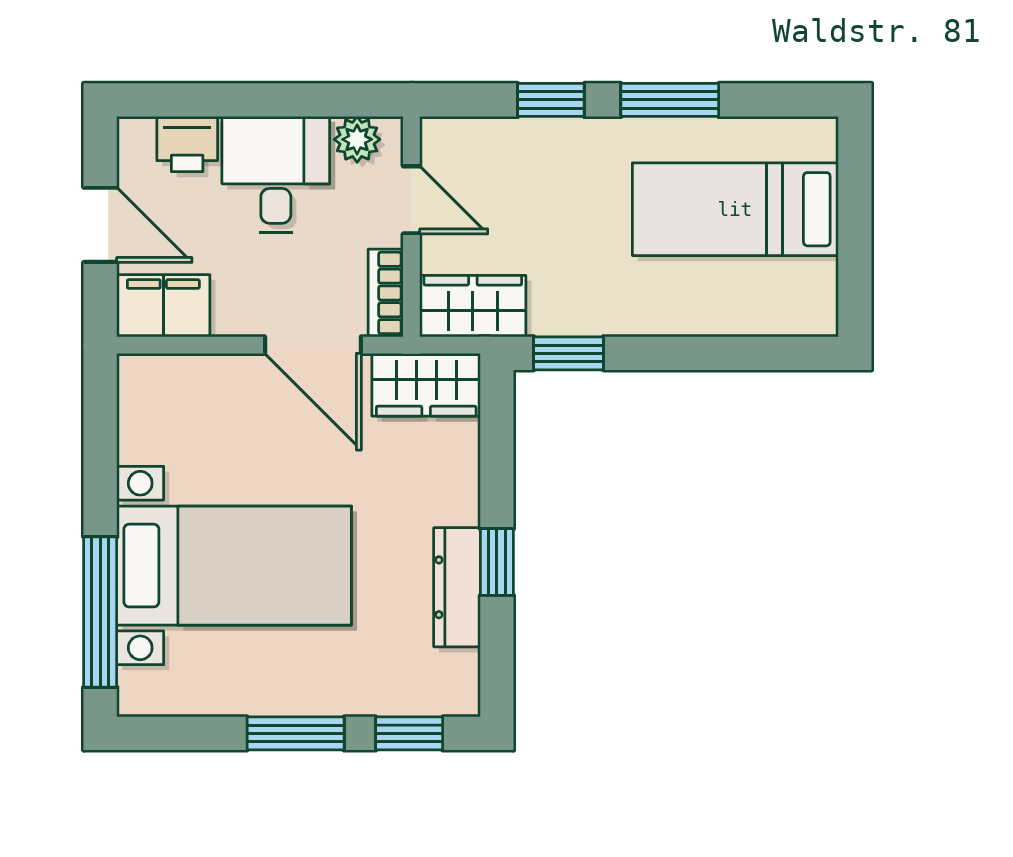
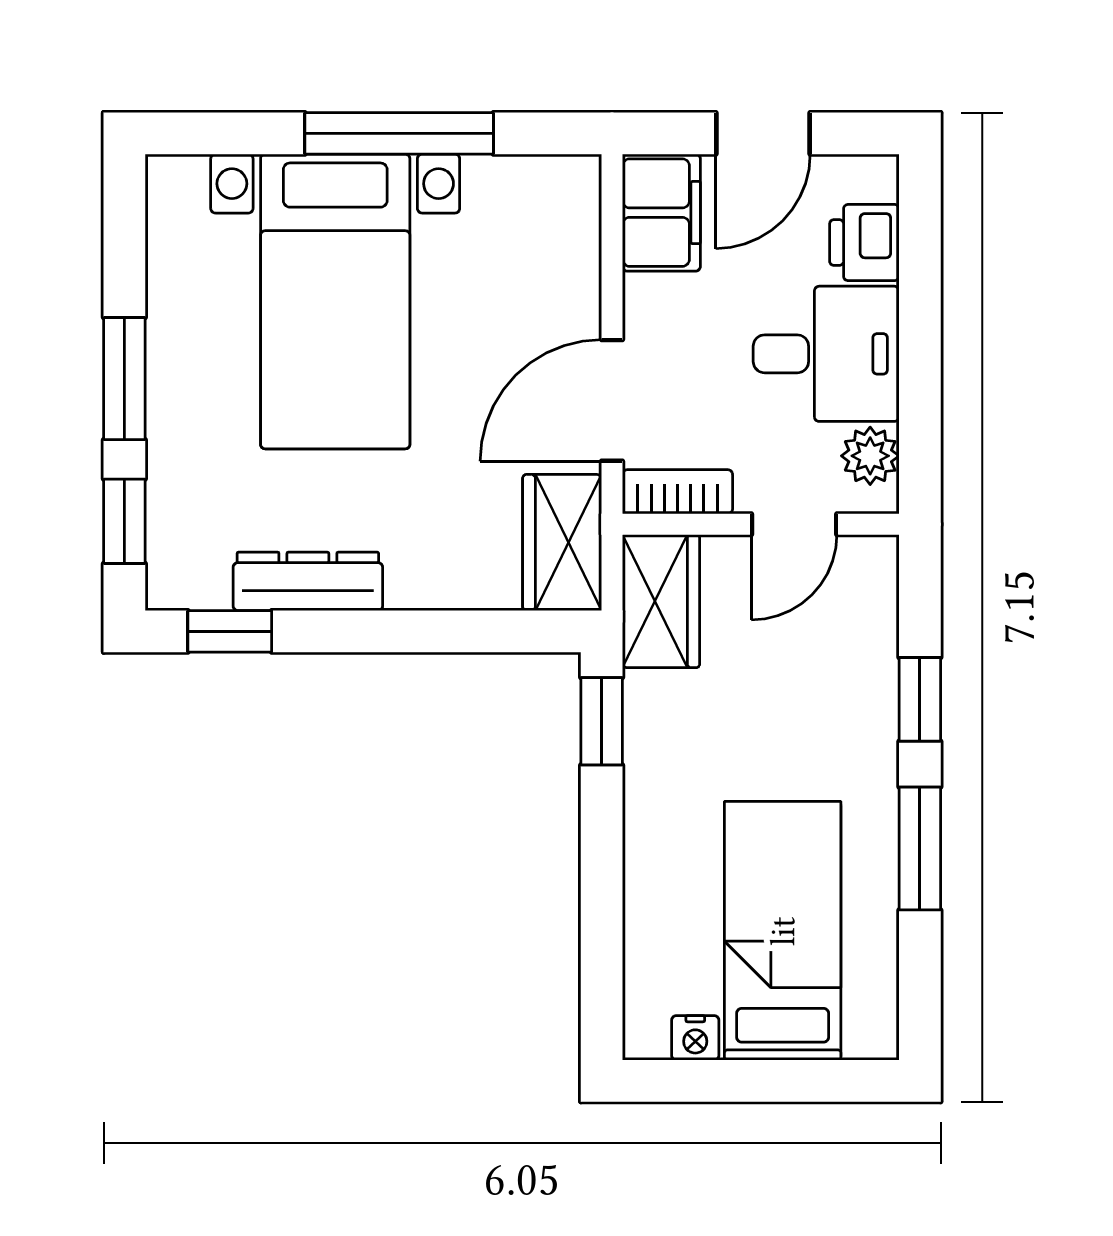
nightstand: (821, 279) -> (695, 1038), added
window: (497, 562) -> (230, 631), moved
window: (100, 612) -> (399, 133), moved

